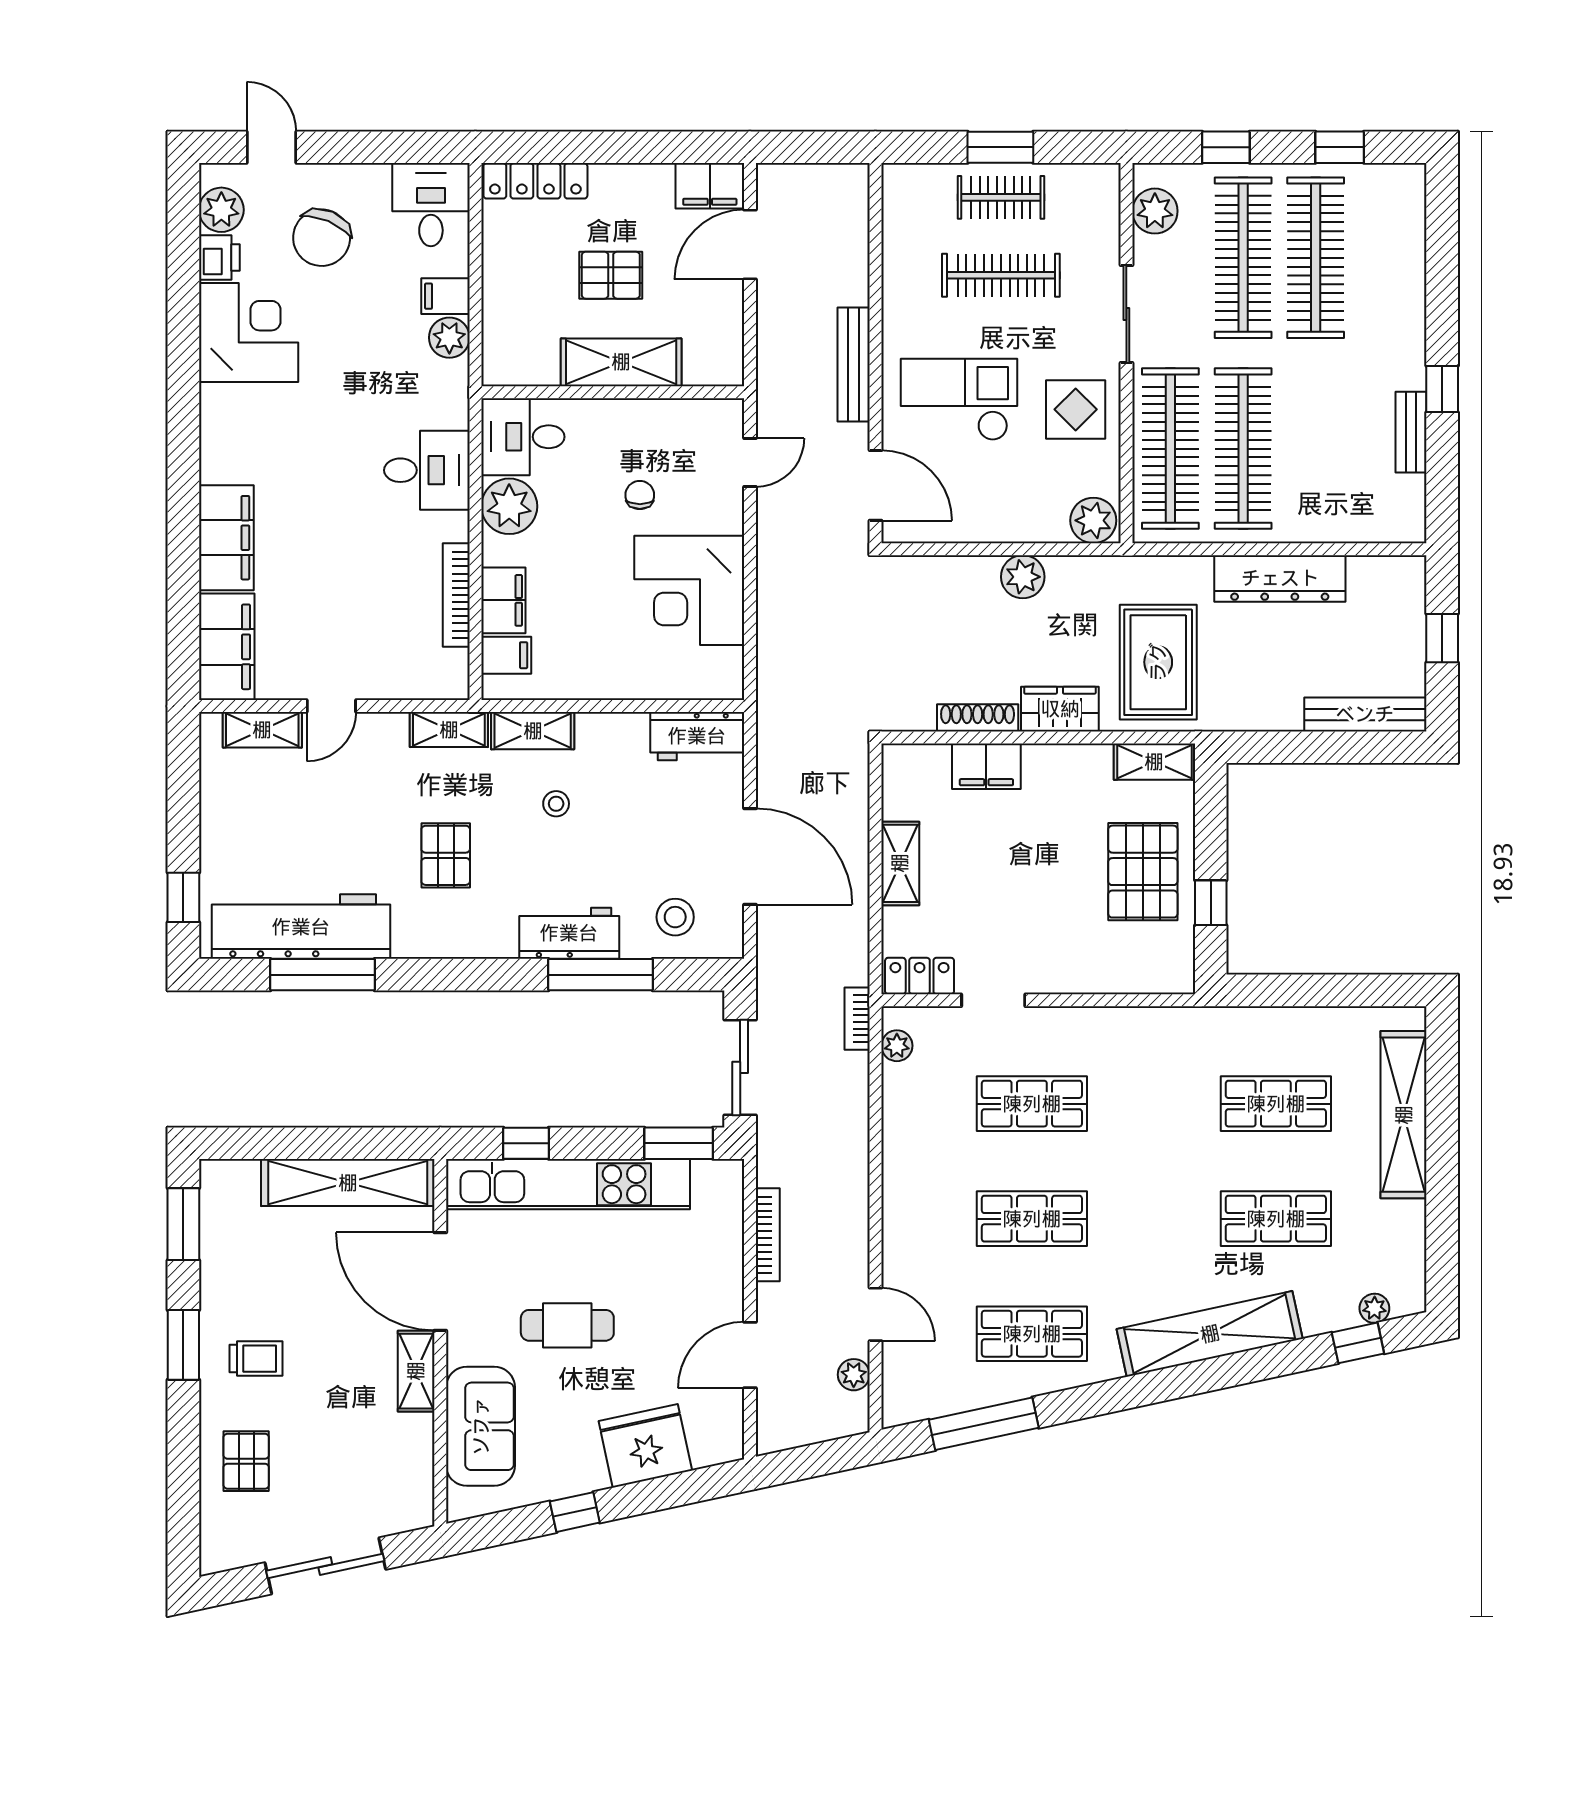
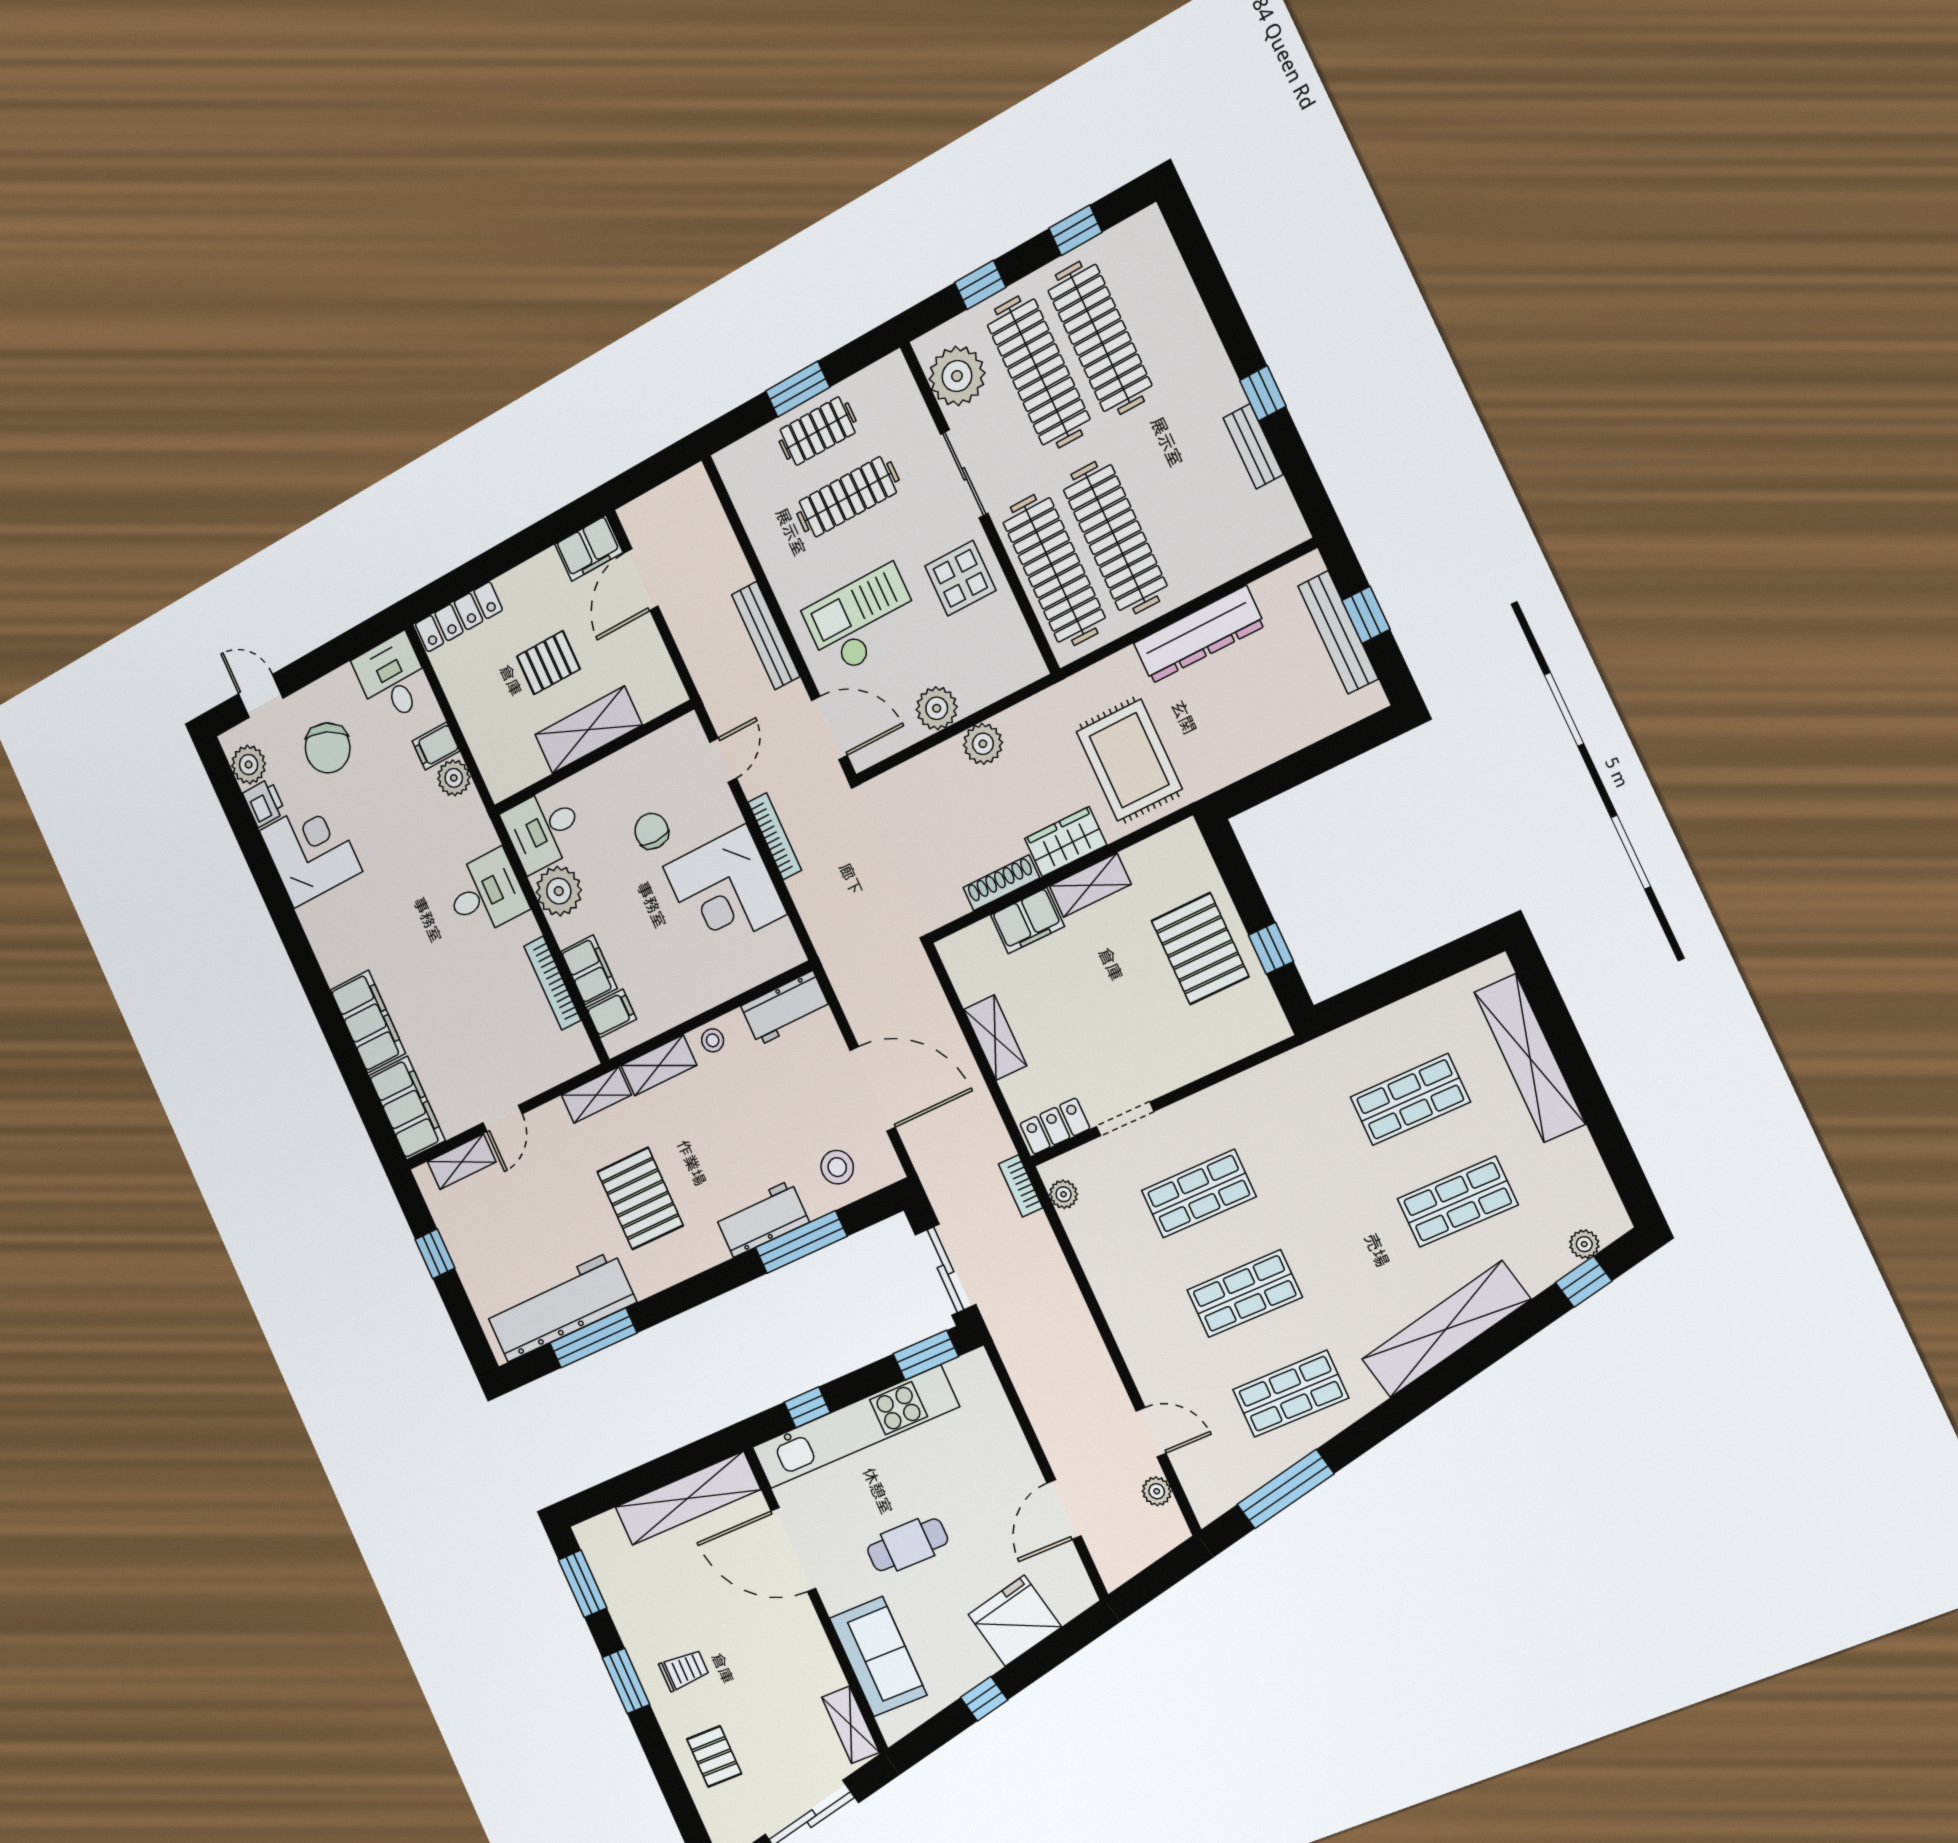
plant: (1155, 211) -> (957, 376), width x1.36, depth x1.36
chair: (640, 495) -> (652, 831), width x1.37, depth x1.37
plant: (1093, 520) -> (937, 708), moved
bench: (1365, 714) -> (1338, 632), moved, turned 90
shelving: (1154, 762) -> (1090, 885), moved
stool: (556, 804) -> (713, 1040), moved
pallet: (446, 855) -> (640, 1199), width x1.50, depth x1.42
window: (183, 897) -> (435, 1254), moved
bookcase: (768, 1235) -> (775, 836), moved
shelving: (416, 1371) -> (851, 1725), moved

